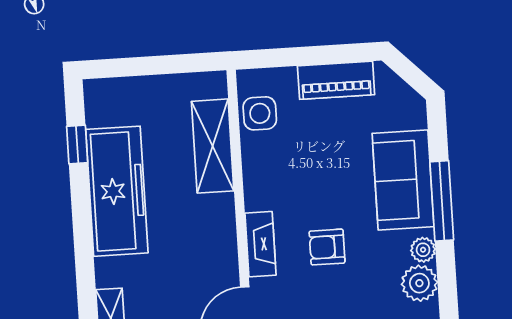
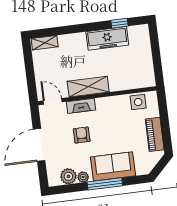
shelving: (213, 146) -> (88, 87), moved
freezer: (117, 191) -> (107, 38), width x0.73, depth x0.79

